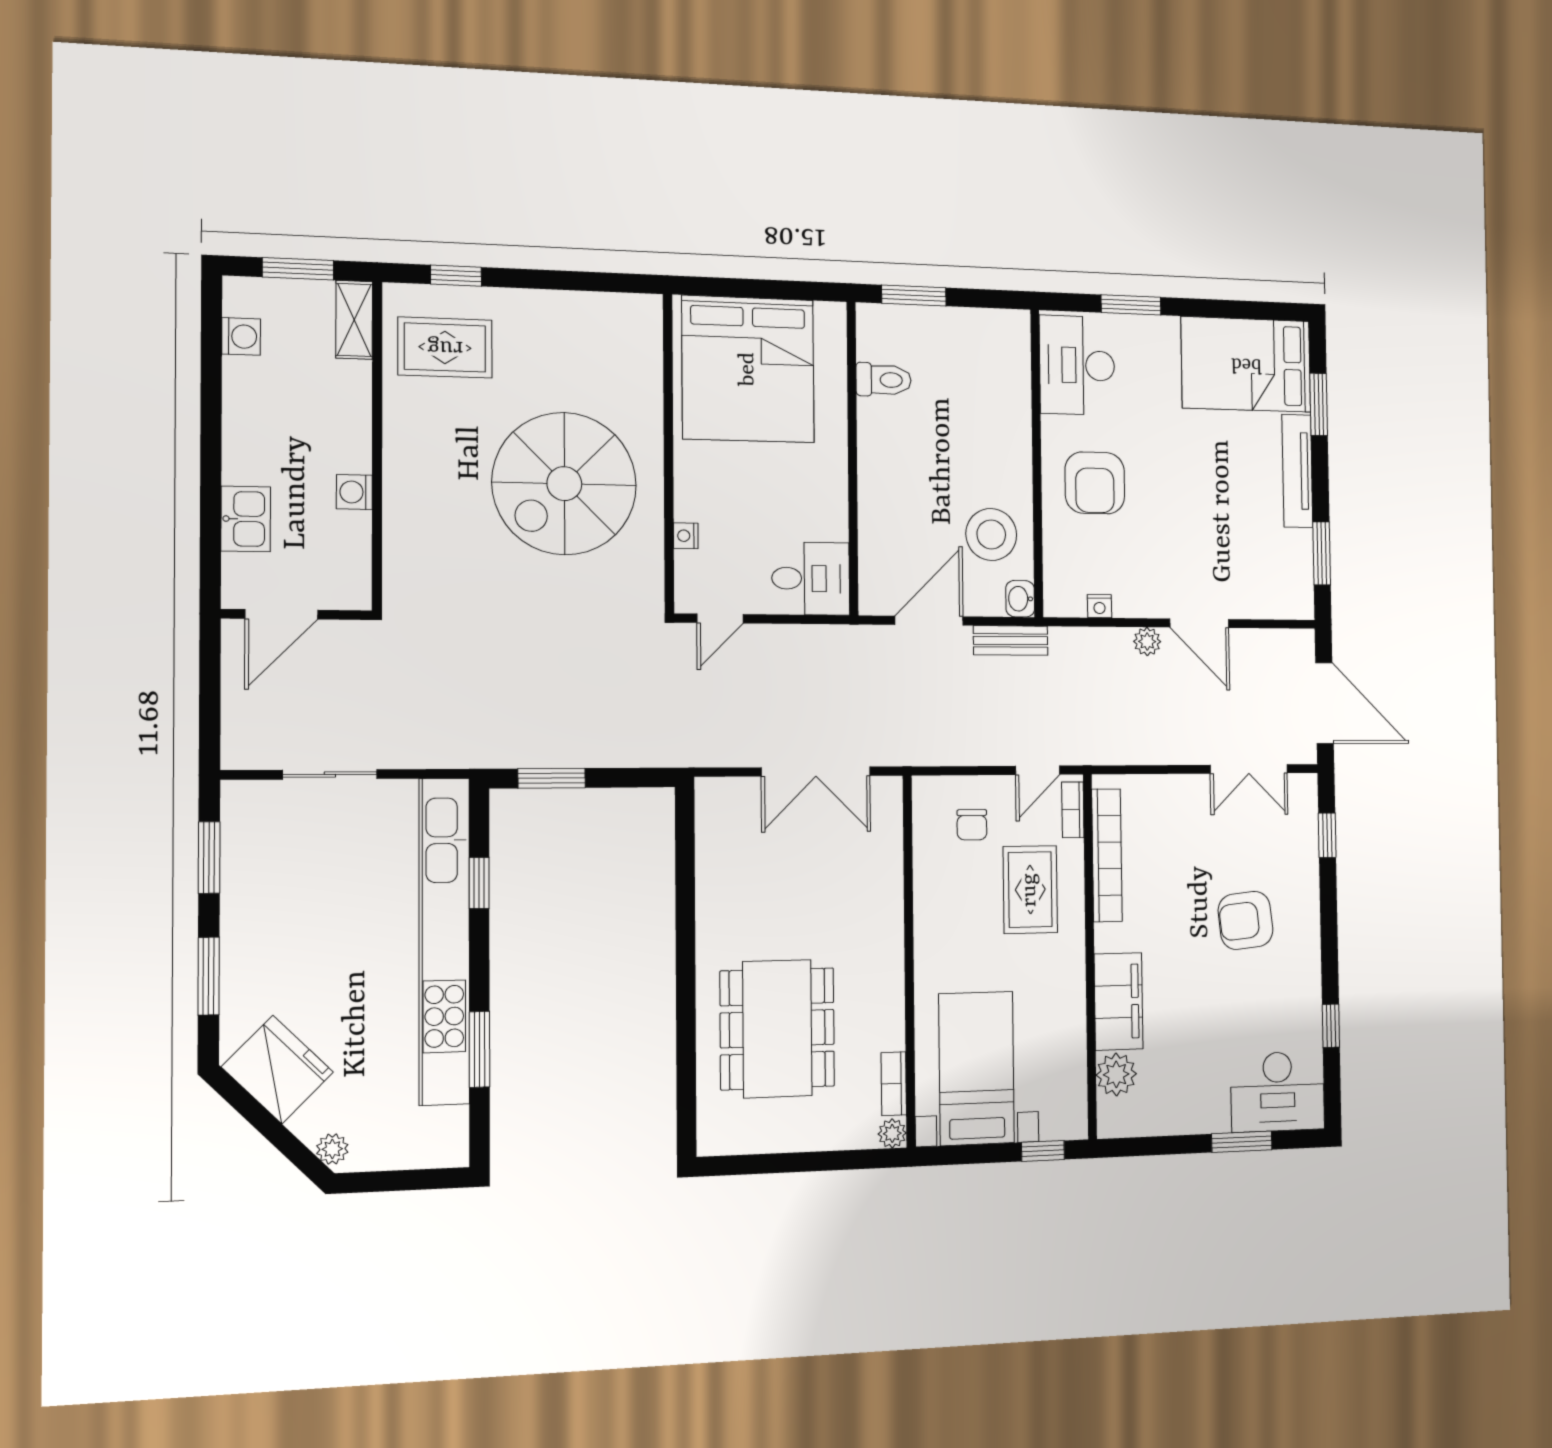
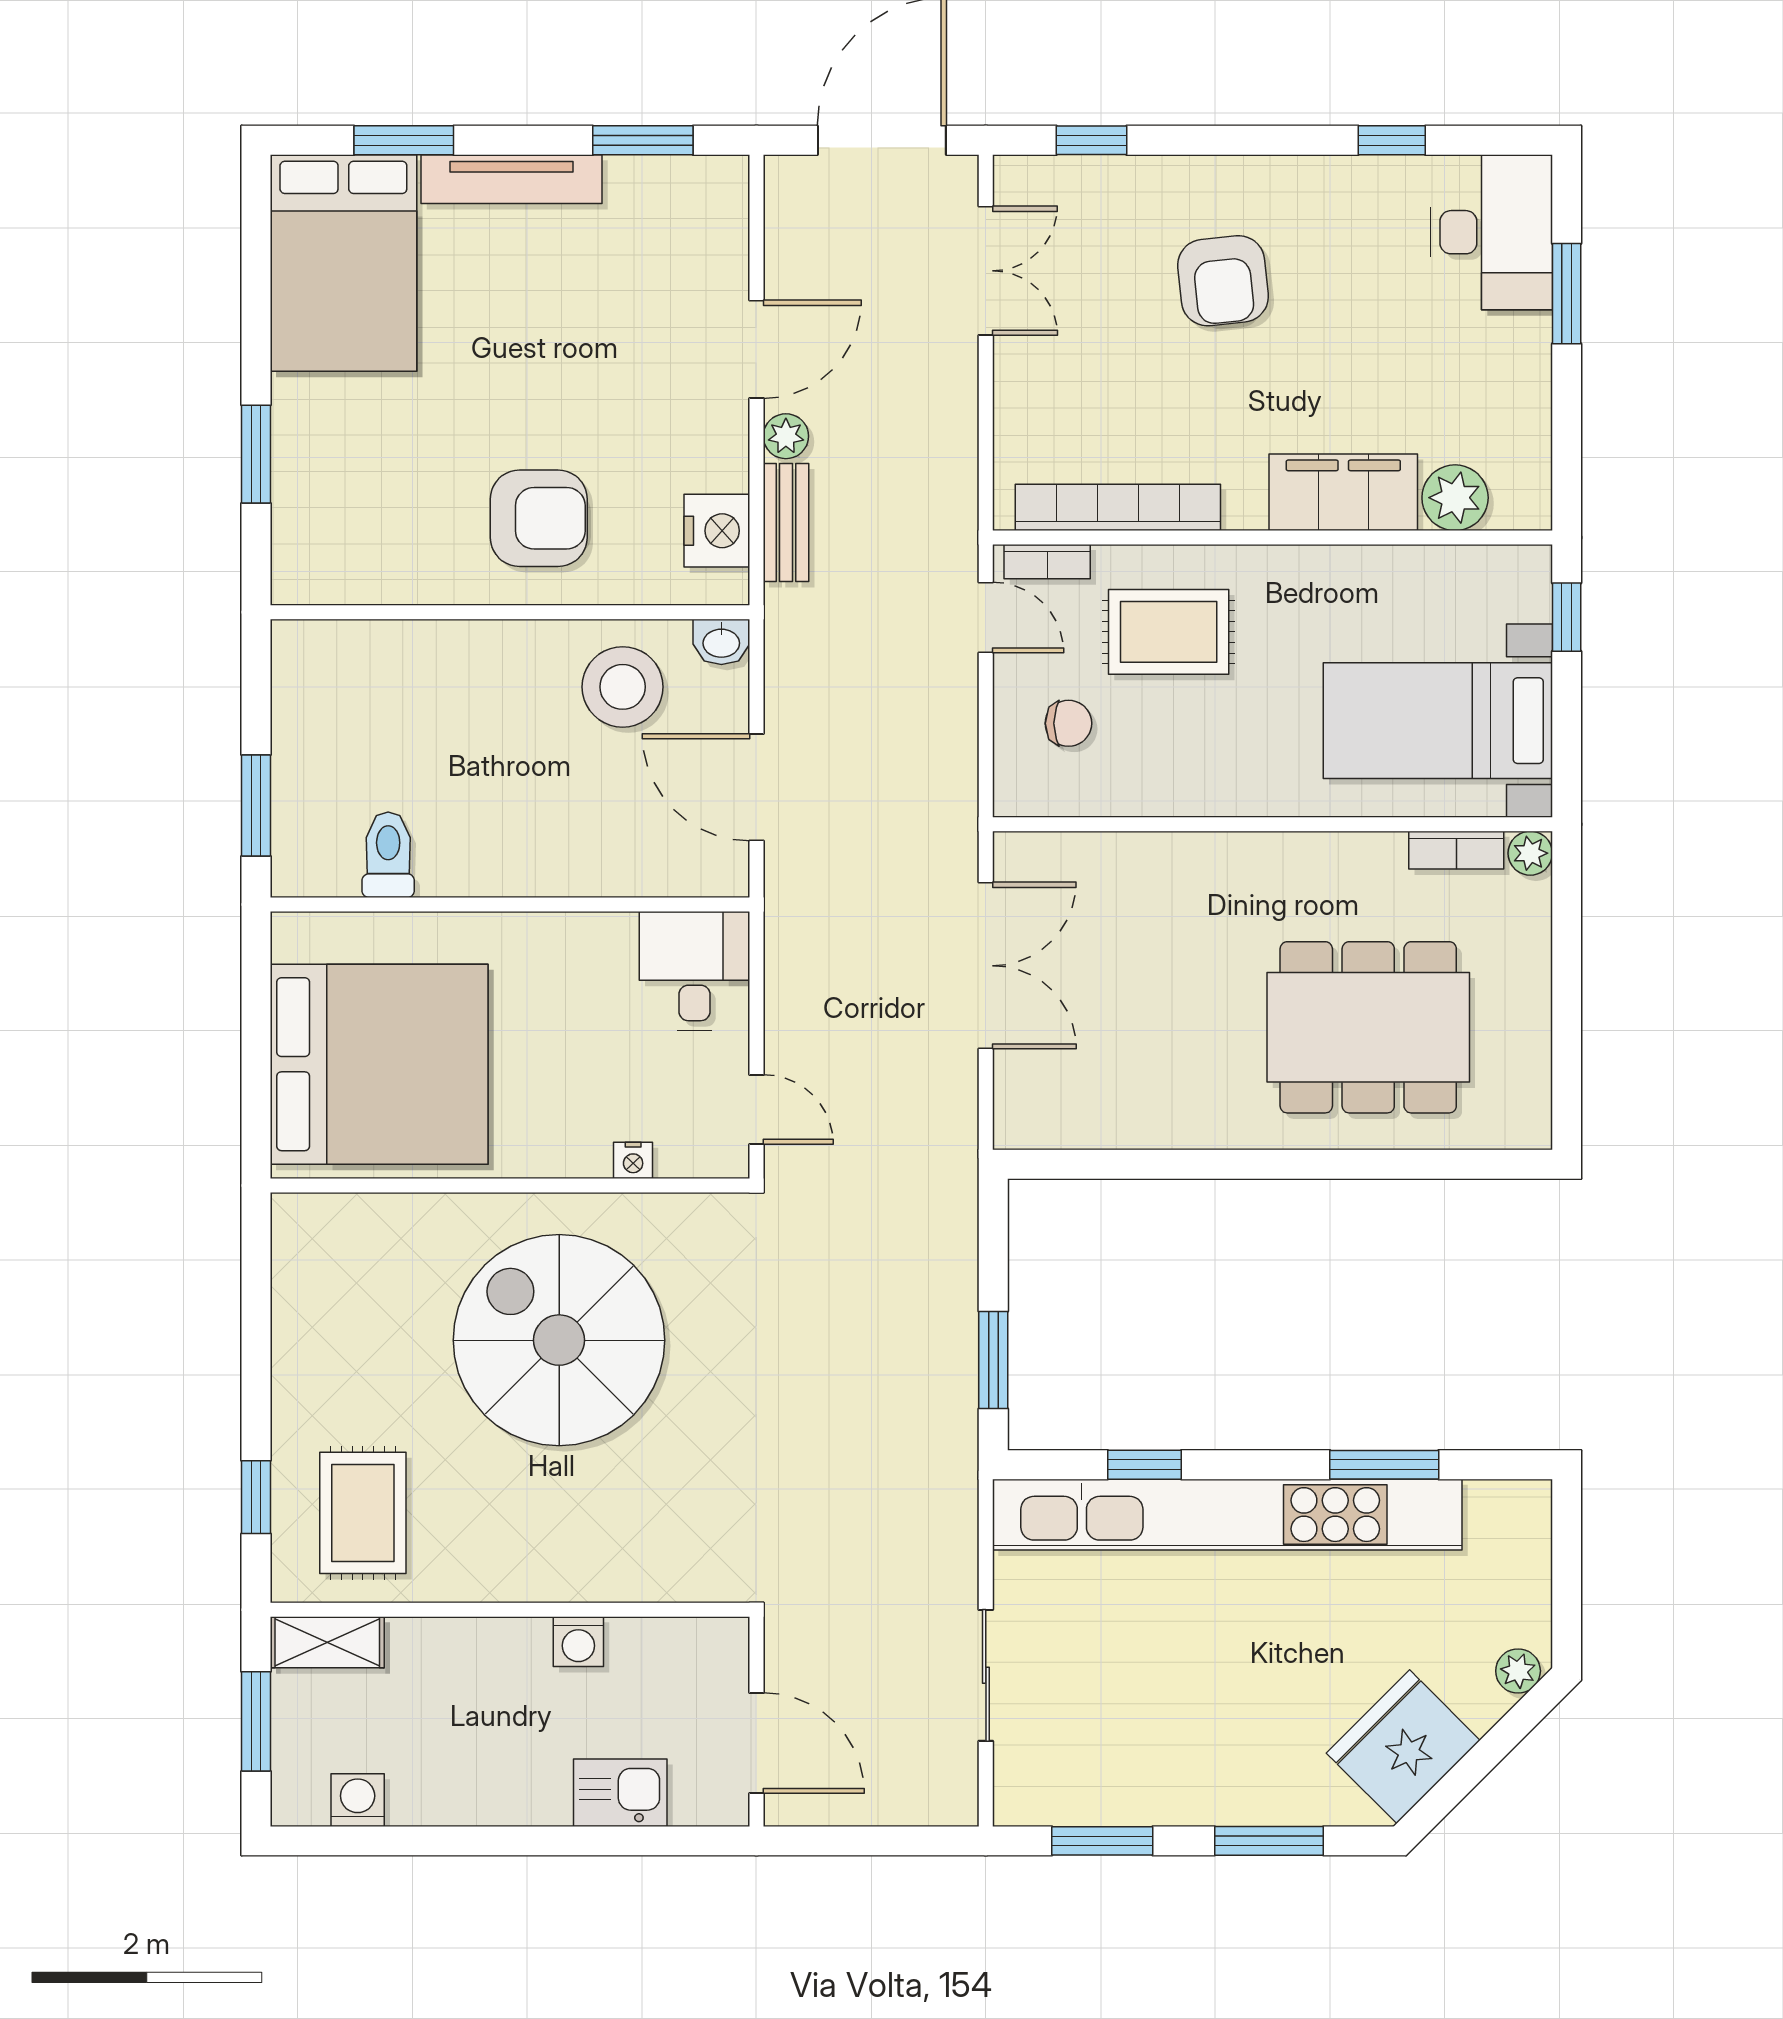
desk: (1077, 365) -> (355, 544), removed
spiral stairs: (564, 484) -> (559, 1340), turned 180
nightstand: (1099, 606) -> (717, 531), width x1.89, depth x1.79
bench: (1011, 640) -> (786, 523), moved

